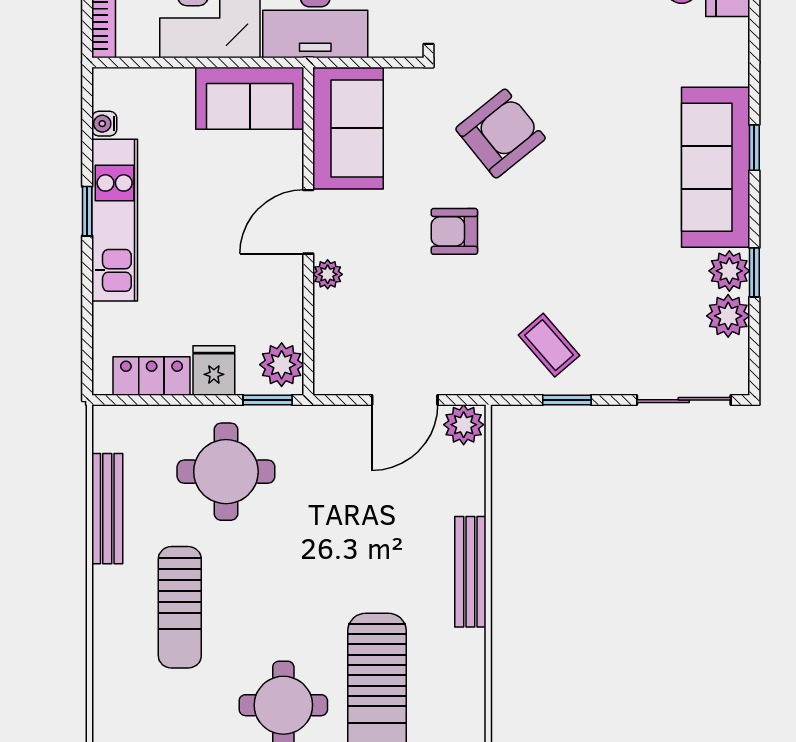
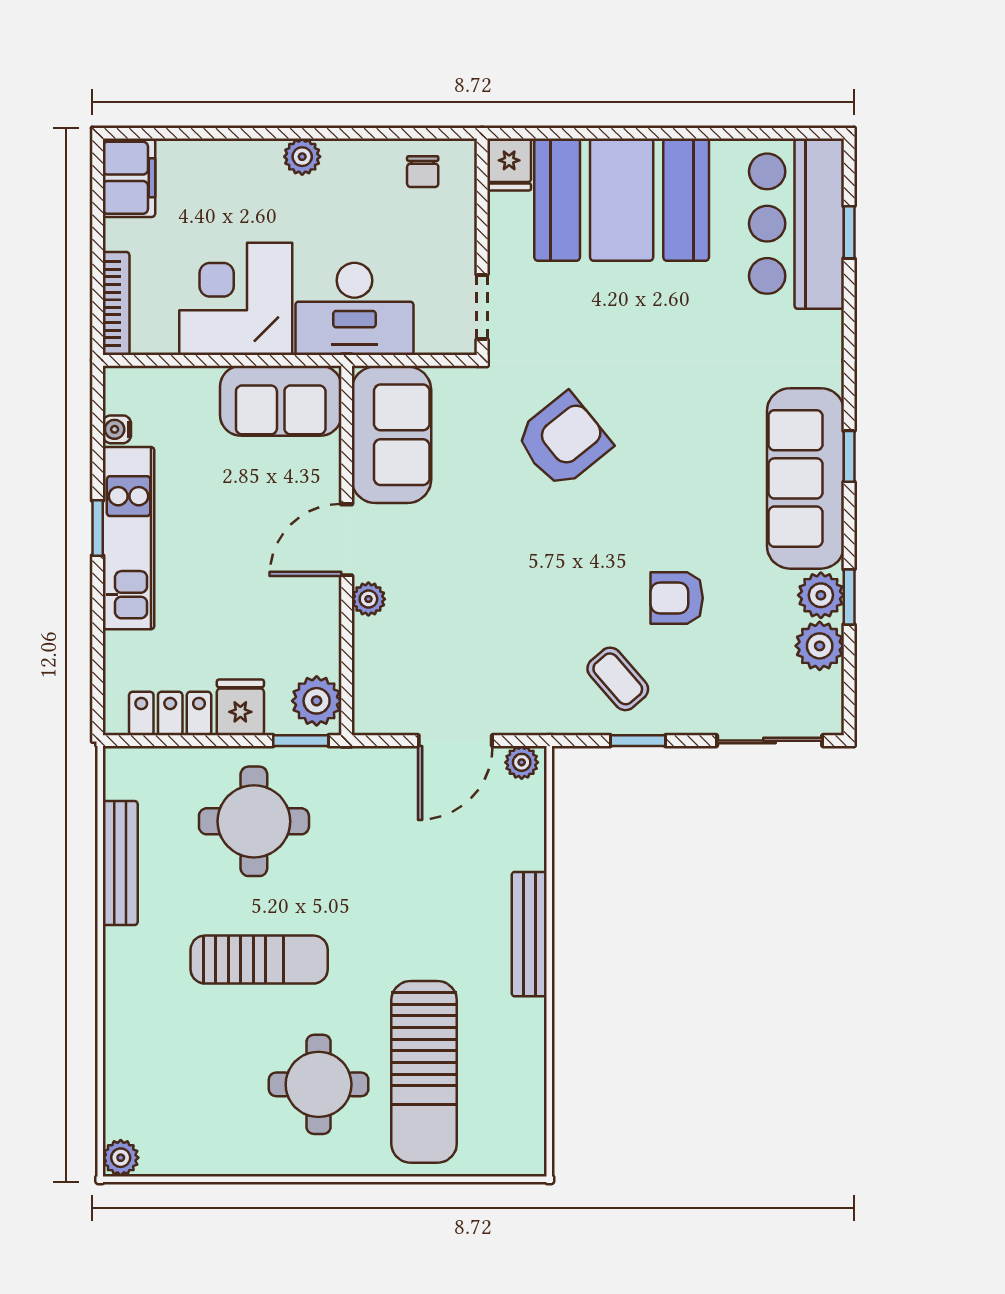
armchair: (454, 231) -> (677, 598), moved
plant: (464, 425) -> (522, 762), width x0.73, depth x0.73
sun lounger: (180, 607) -> (259, 960), moved, turned -90

